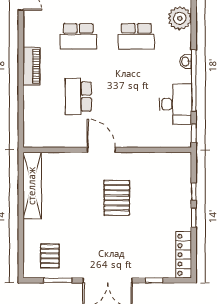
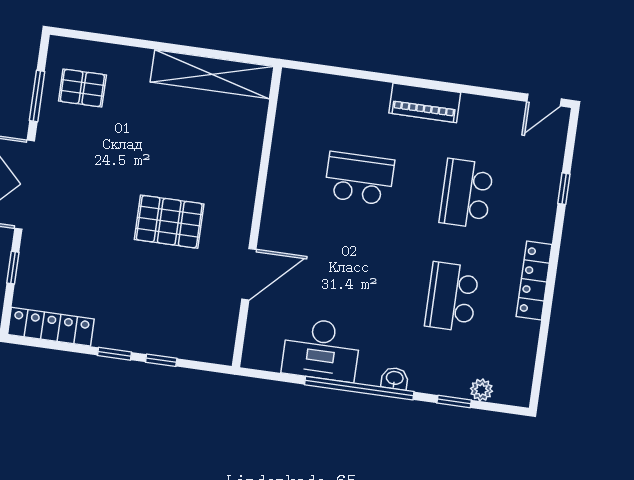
plant: (180, 18) -> (481, 390), width x0.53, depth x0.53
window: (194, 133) -> (454, 401), moved
door: (101, 150) -> (249, 274), moved

